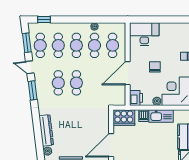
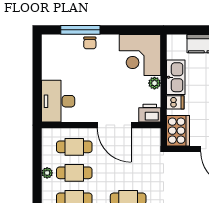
chair: (155, 67) -> (105, 86), removed

